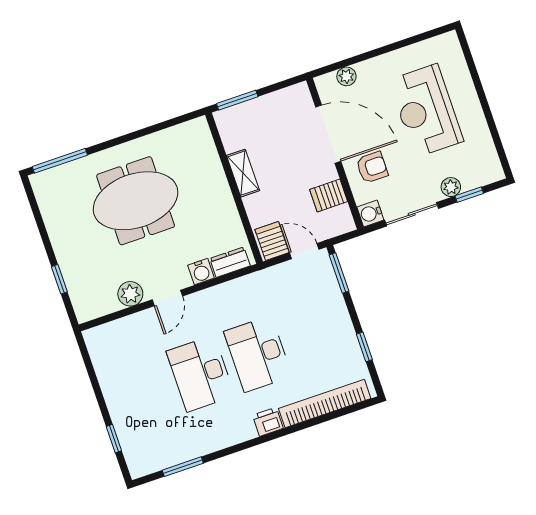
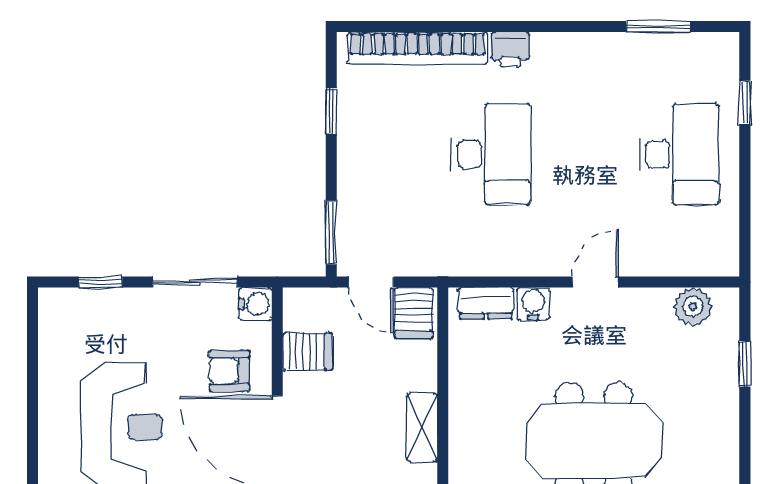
plant: (451, 187) -> (124, 302), removed
plant: (130, 294) -> (693, 307), moved
desk: (201, 374) -> (679, 154), moved

